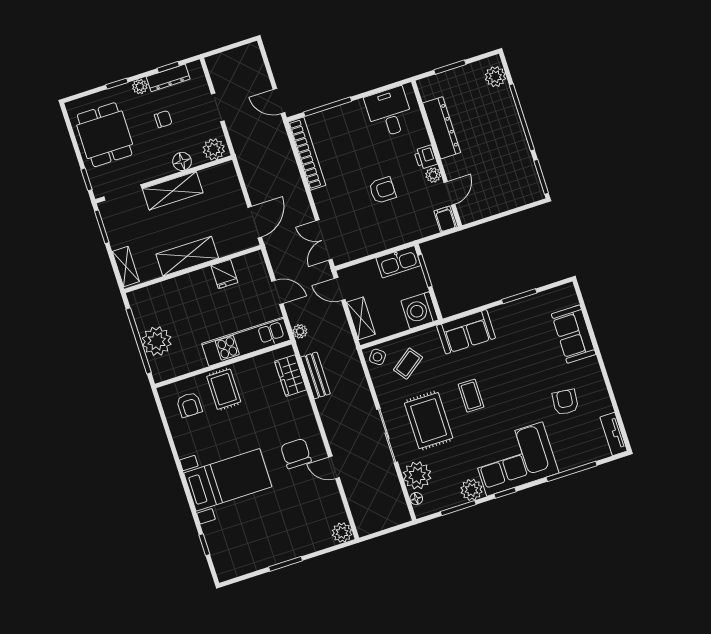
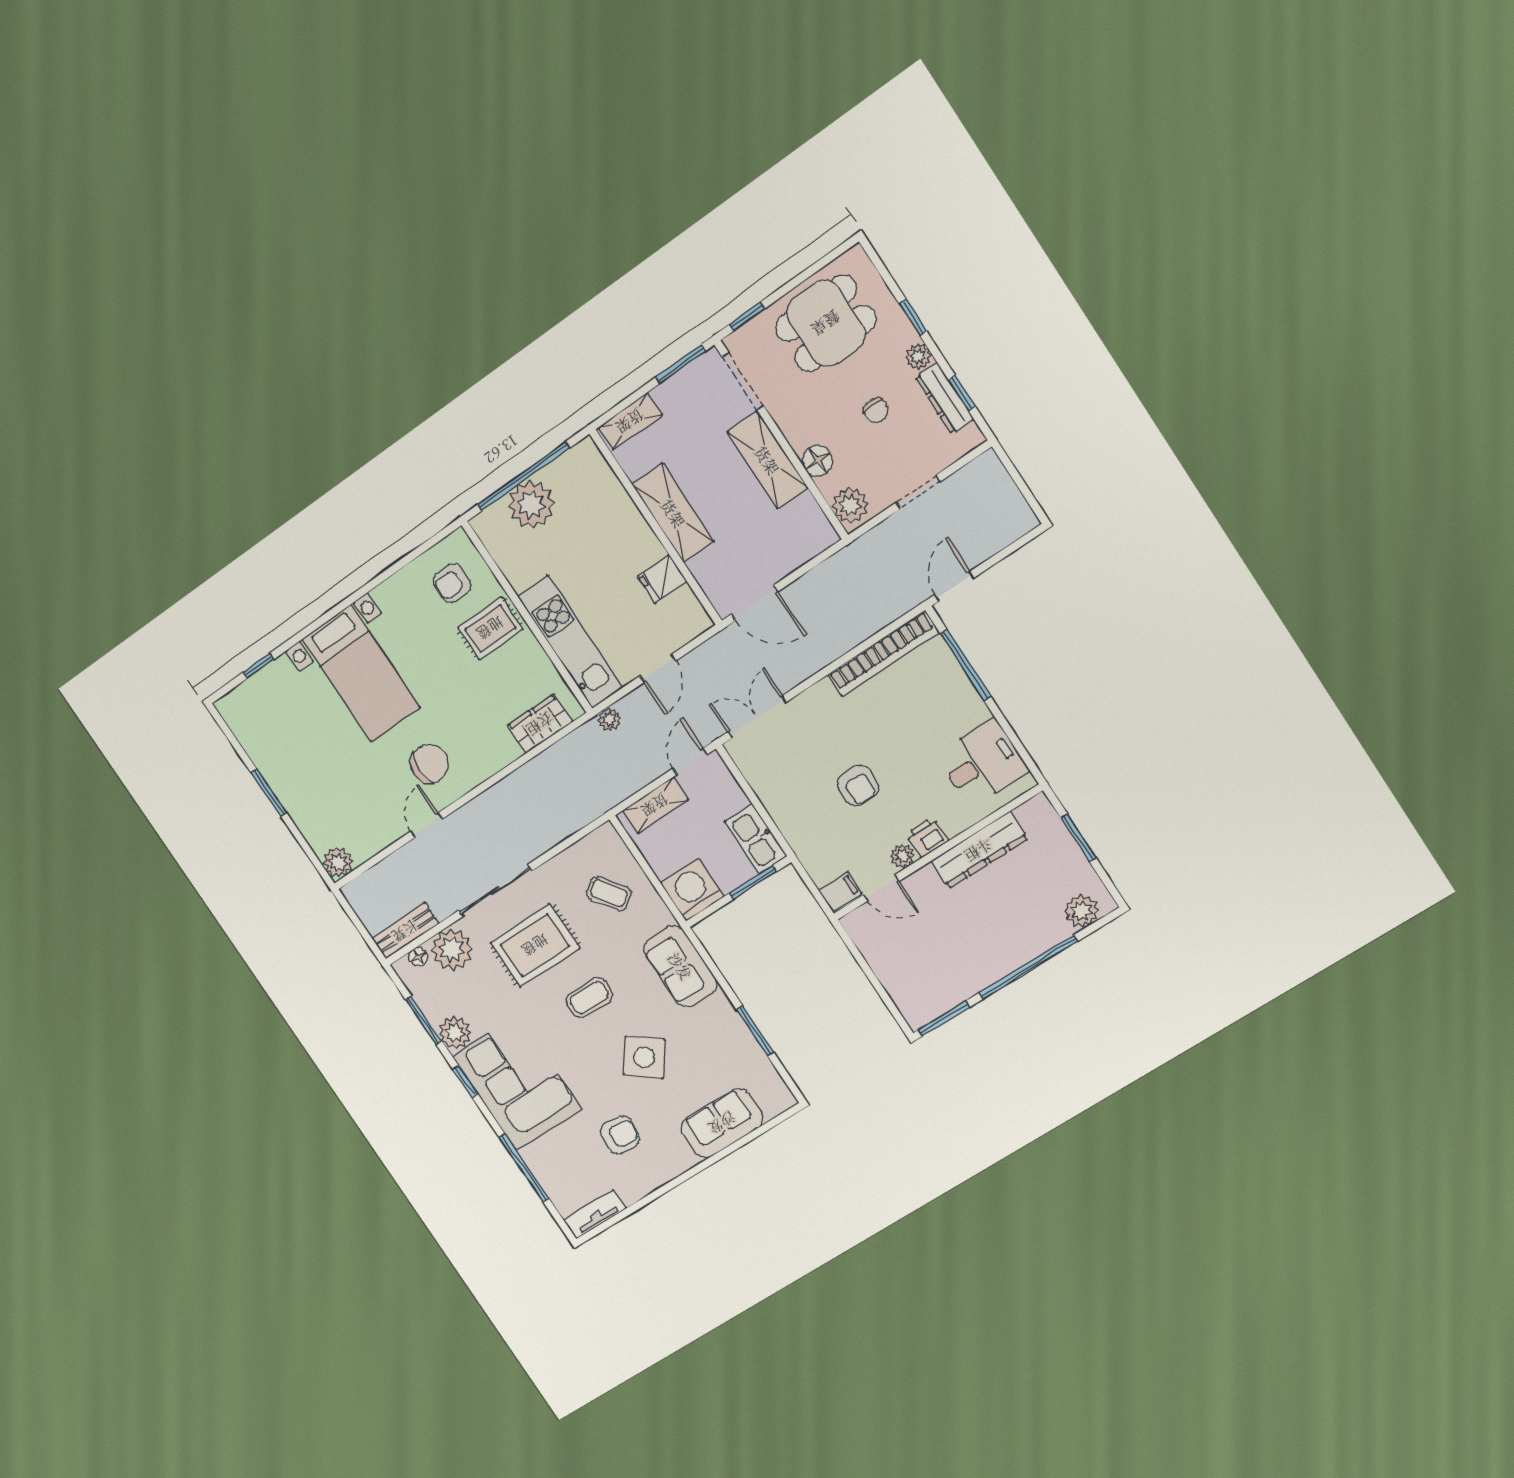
side table: (378, 357) -> (644, 1057), moved, width x1.87, depth x1.87
bench: (316, 375) -> (405, 931), moved

